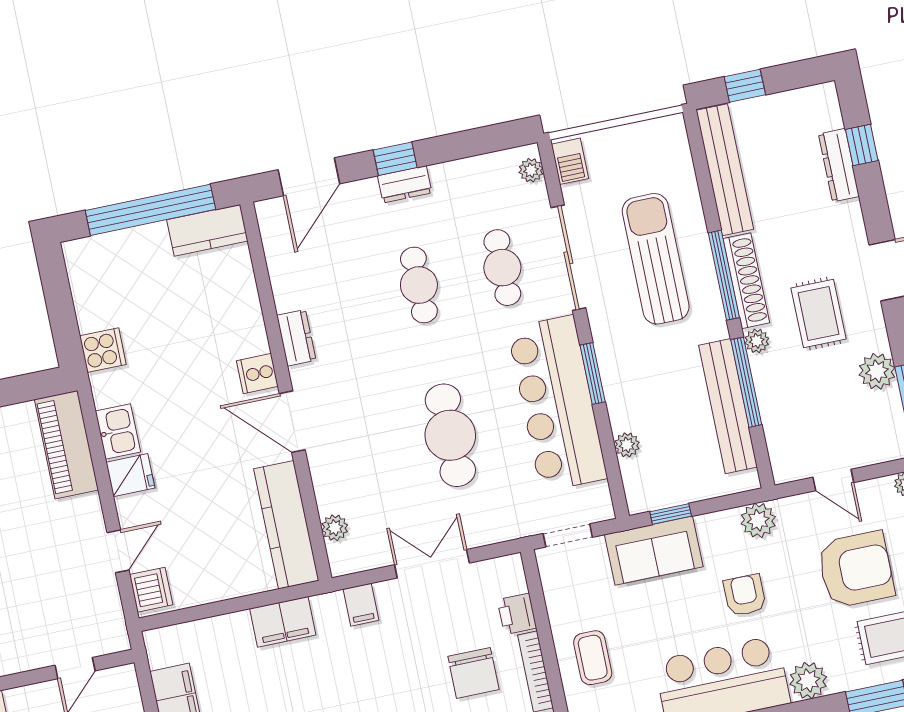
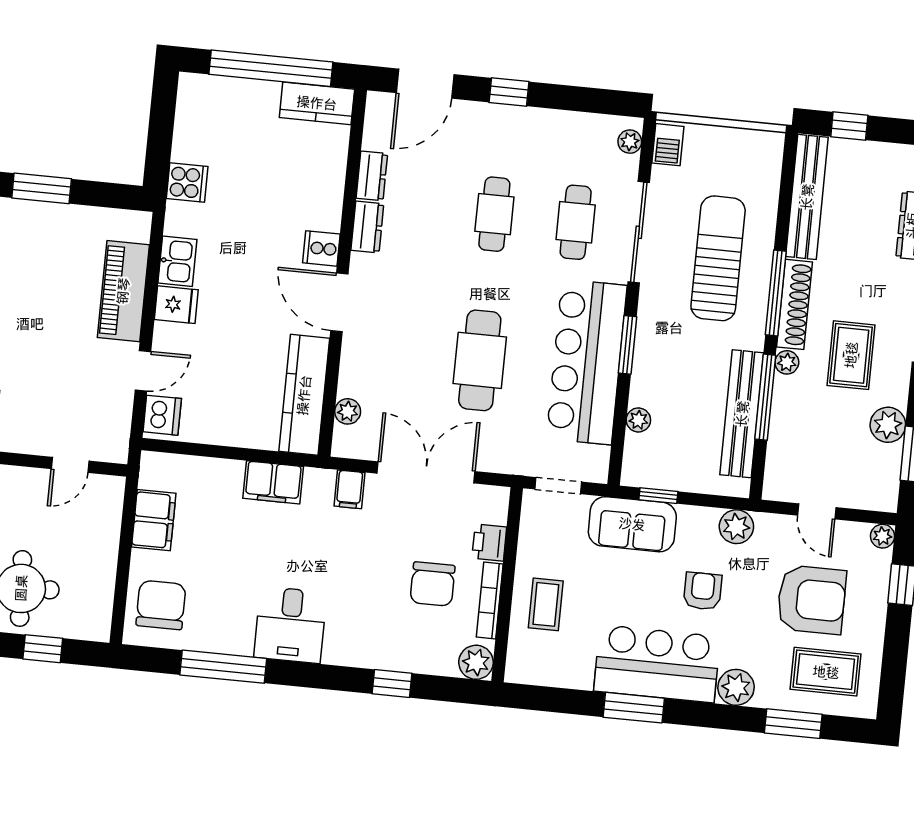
dresser: (405, 184) -> (372, 176), moved, turned -90
piano: (66, 445) -> (123, 291), moved
double door: (432, 564) -> (426, 472), width x1.37

